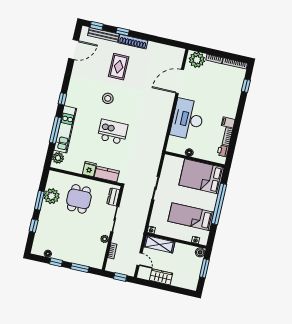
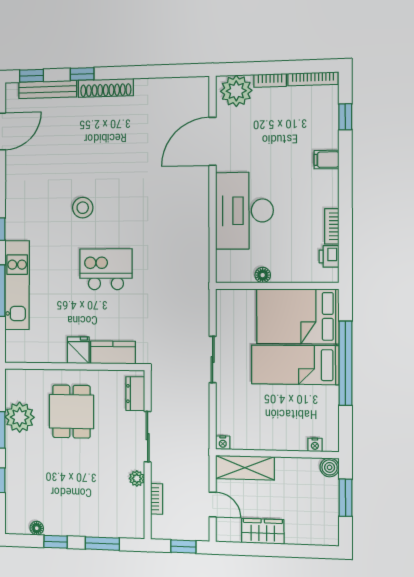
rug: (119, 67) -> (90, 142), removed
filing cabinet: (228, 122) -> (326, 160), moved
plant: (58, 158) -> (16, 342), removed
bed: (191, 217) -> (295, 365), moved

